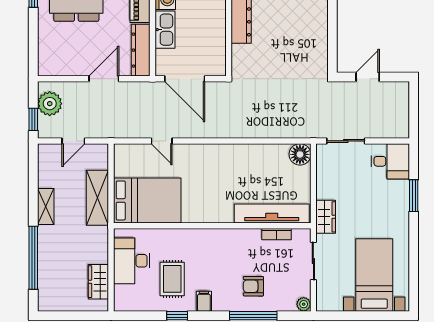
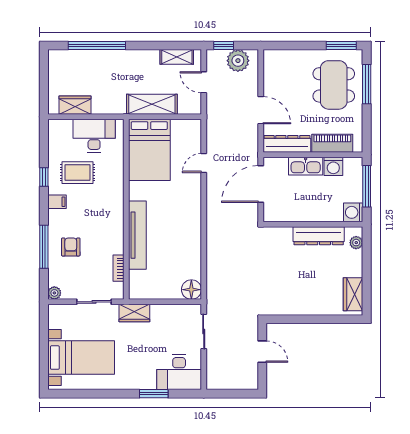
desk: (390, 161) -> (179, 372), width x1.37
shelving: (46, 206) -> (177, 57), moved
tv unit: (272, 214) -> (137, 235), moved

